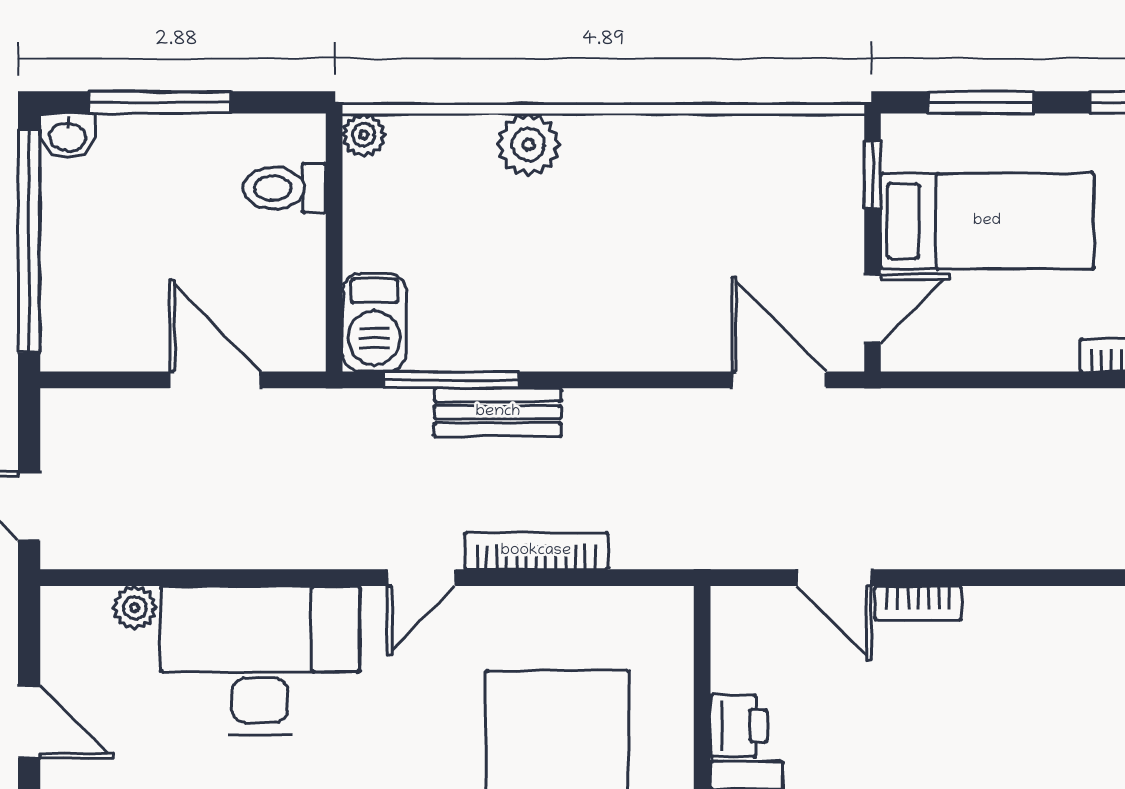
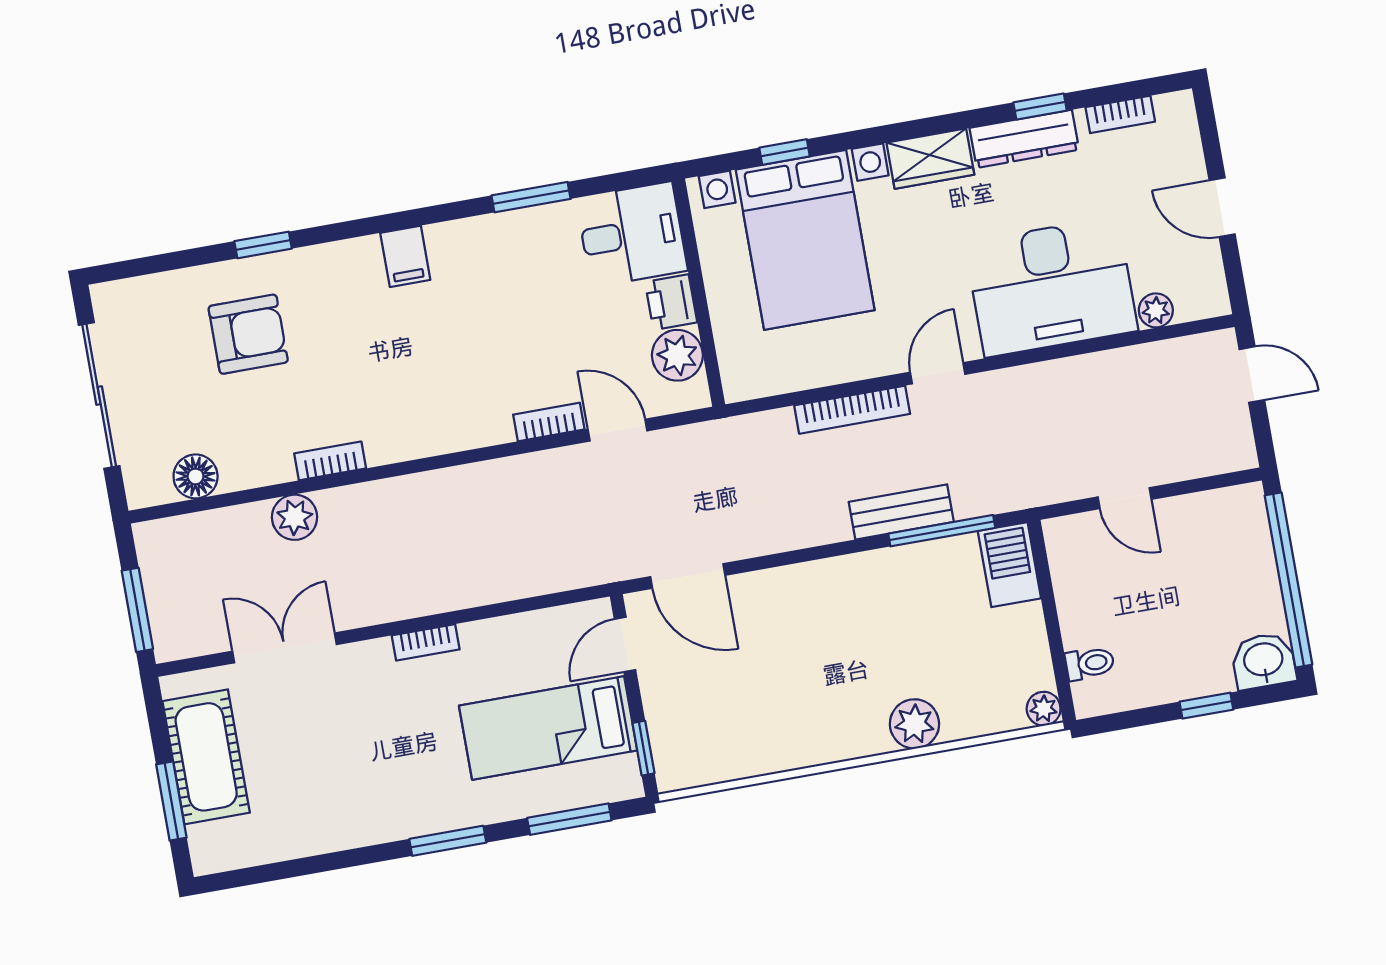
window: (160, 102) -> (1206, 706), width x0.46
washbasin: (68, 136) -> (1263, 661), width x1.38, depth x1.45
toilet: (284, 188) -> (1090, 663), width x0.73, depth x0.72
door: (216, 380) -> (1125, 498), width x0.73
plant: (743, 658) -> (677, 355), added

